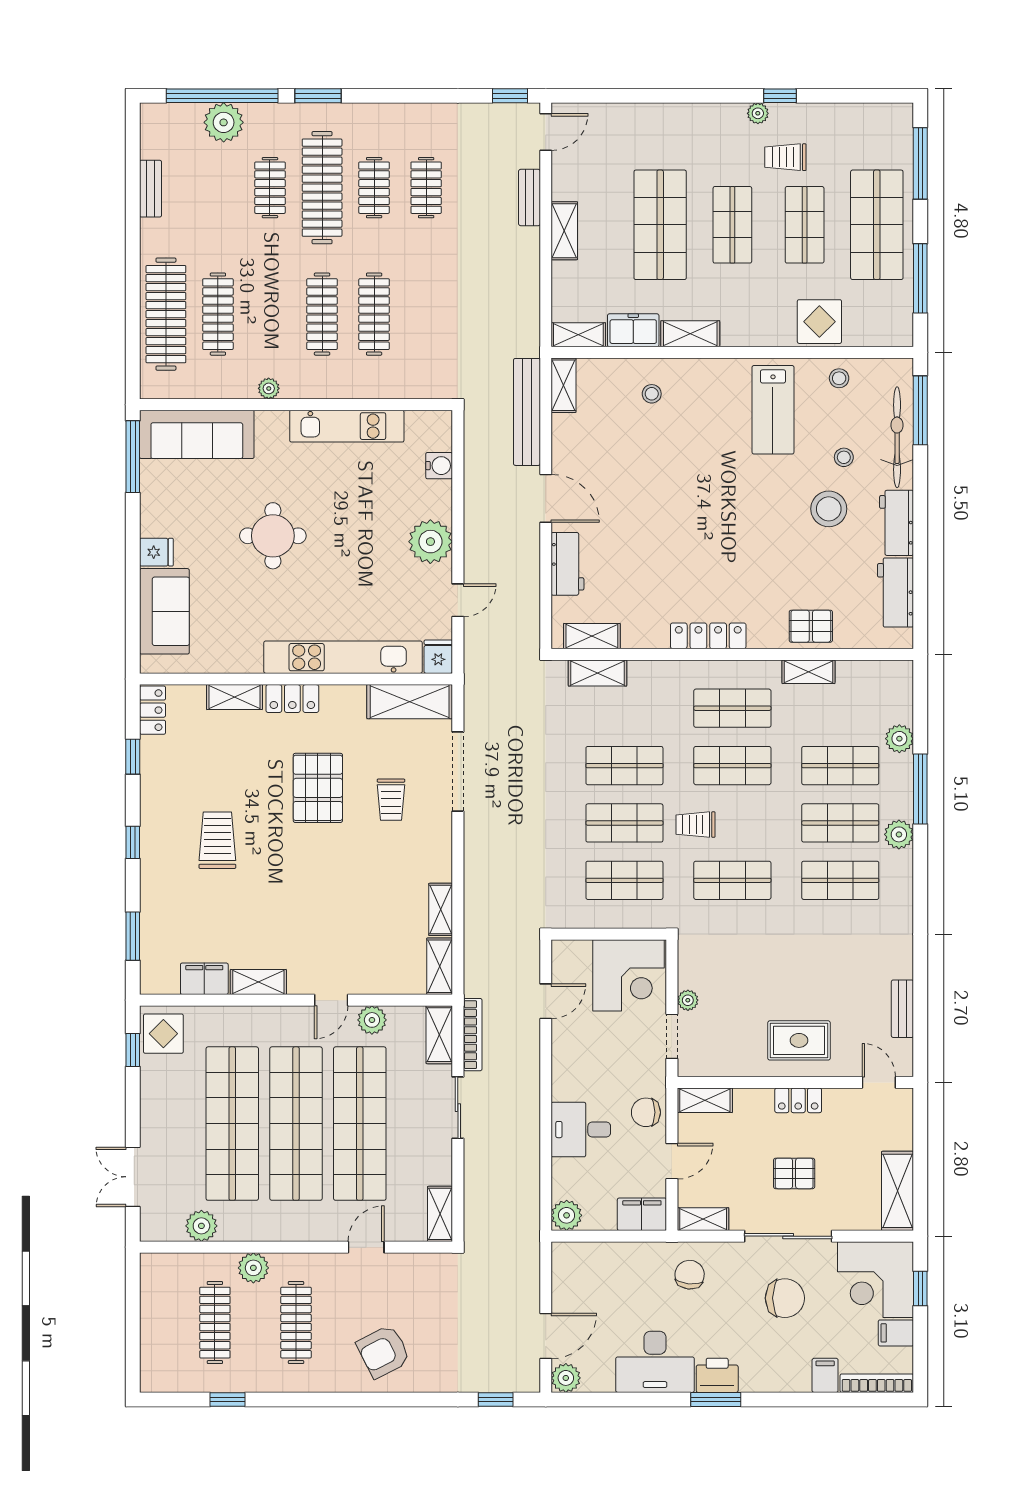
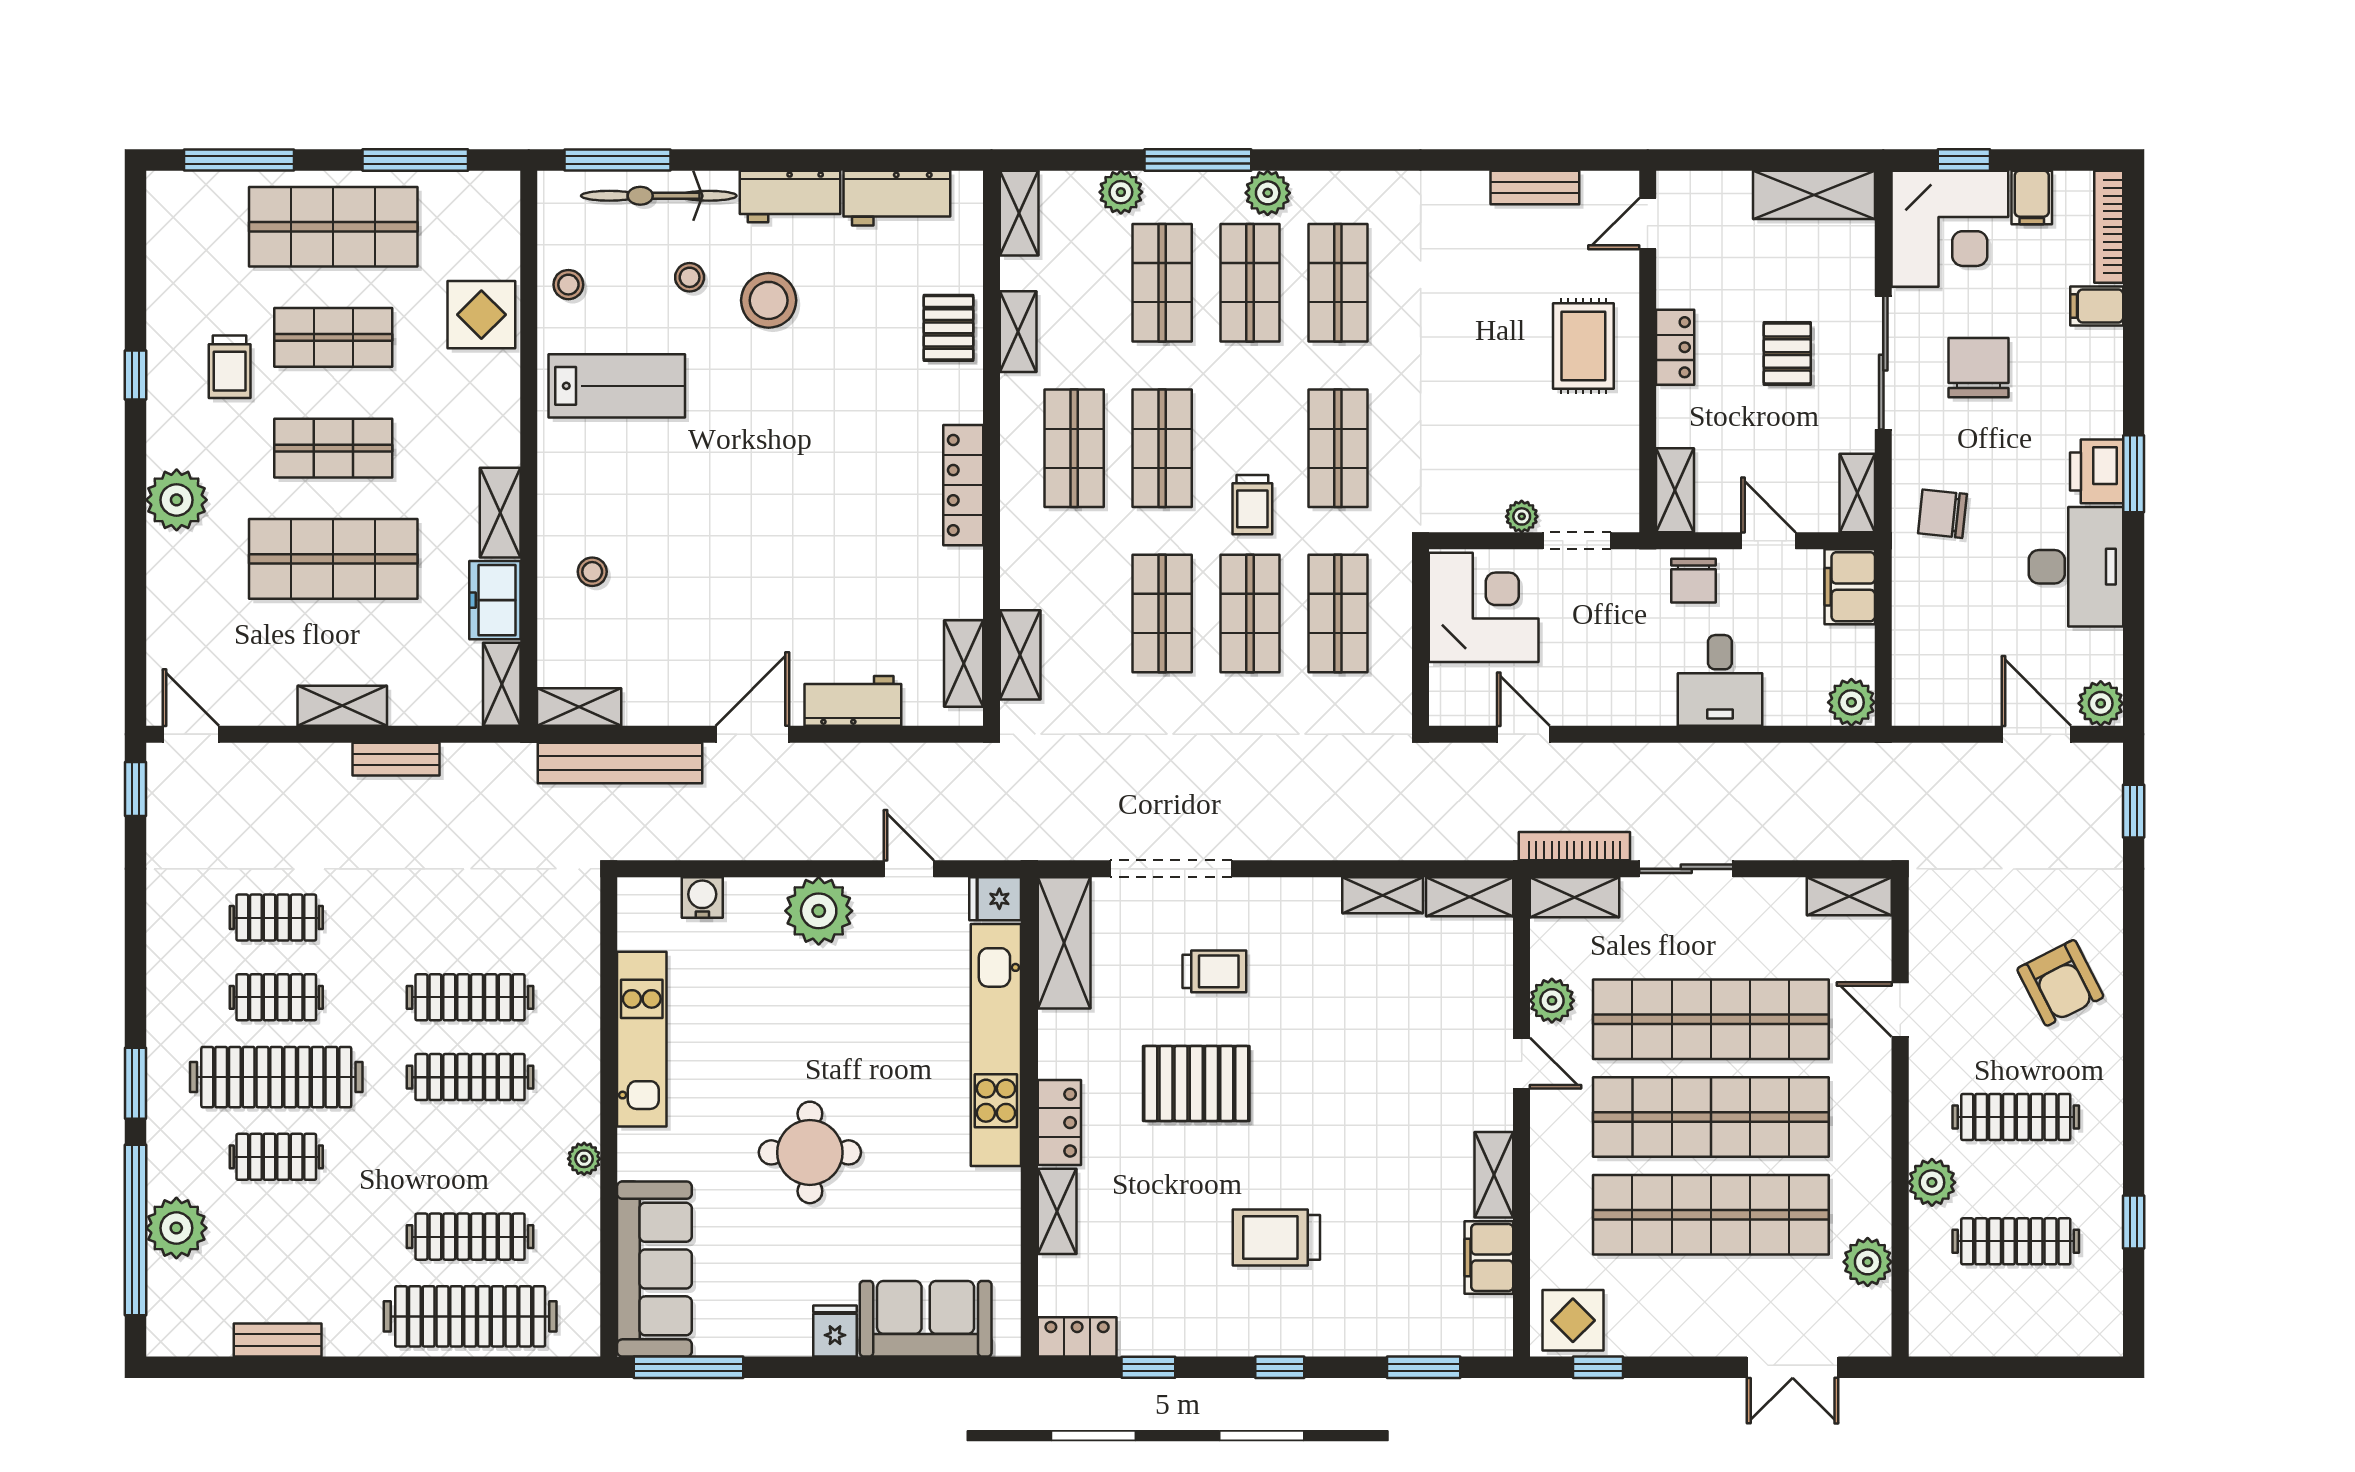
plant: (758, 113) -> (177, 500), moved, width x1.88, depth x1.88
bench: (529, 198) -> (396, 759), moved
shelving: (886, 672) -> (1019, 213), added

